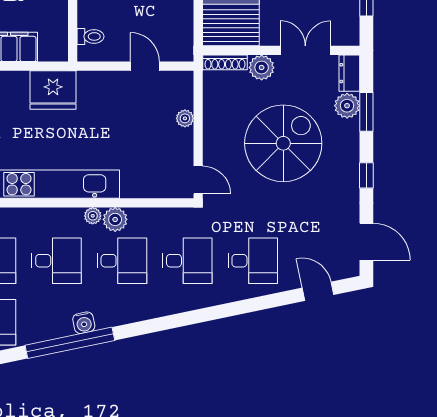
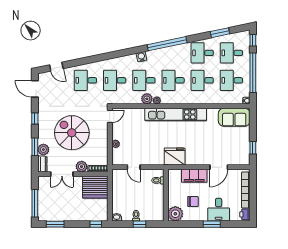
spiral stairs: (283, 143) -> (72, 133), turned 90
door: (198, 180) -> (110, 116), swing flipped
water cooler: (84, 323) -> (141, 57), moved

